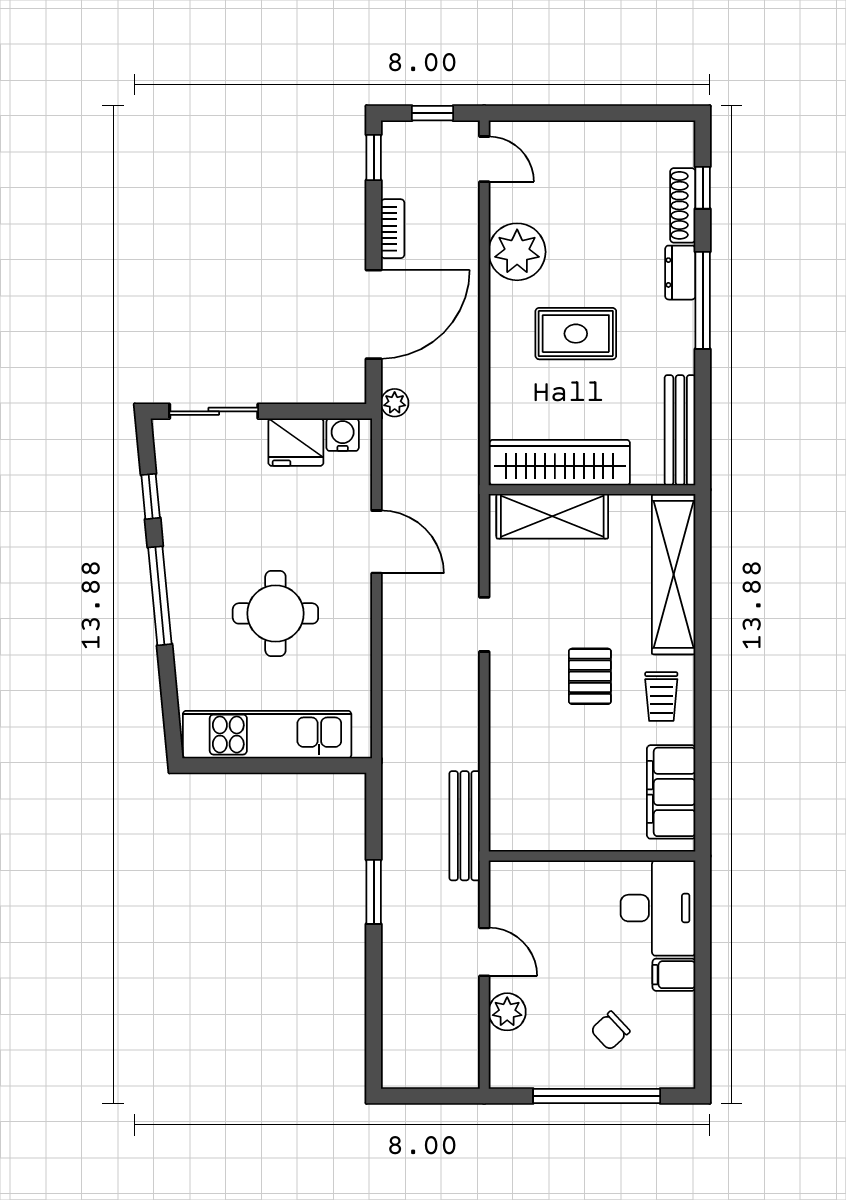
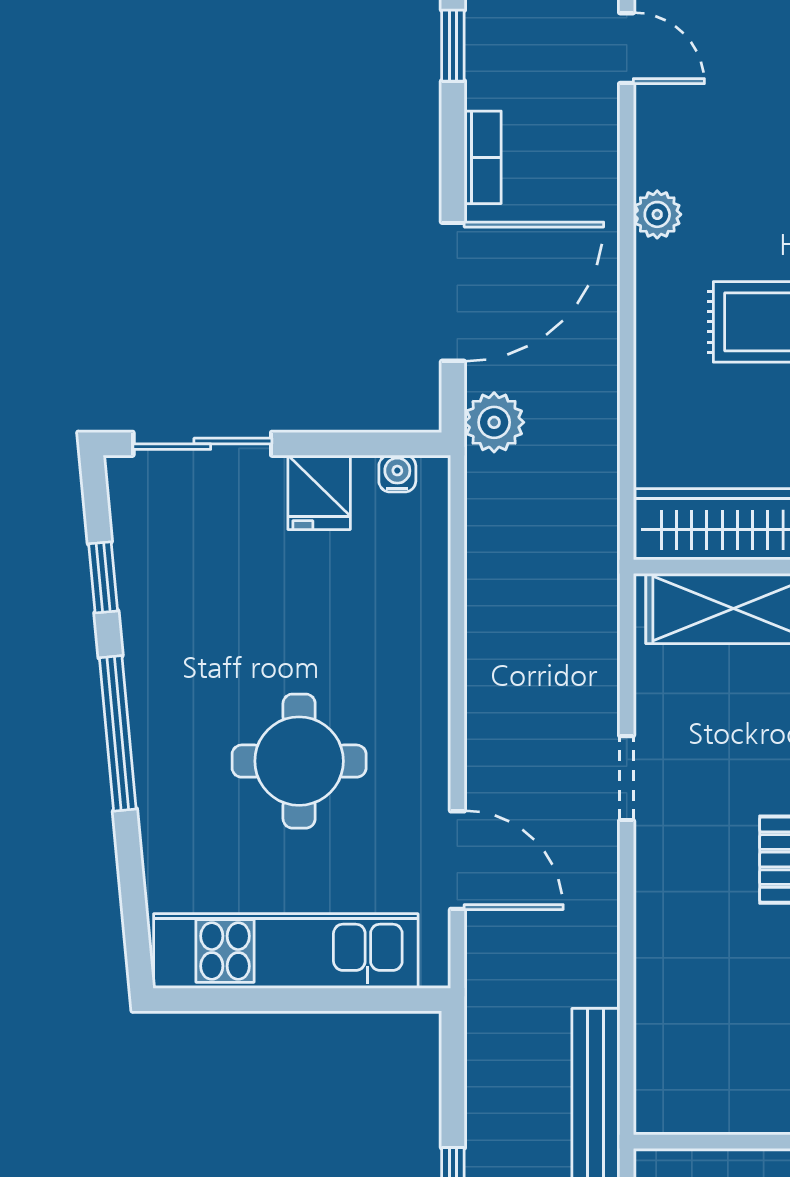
plant: (517, 252) -> (657, 214), width x0.53, depth x0.53
plant: (395, 403) -> (494, 422), width x1.38, depth x1.38
water cooler: (343, 435) -> (397, 474), width x0.72, depth x0.72
fridge: (296, 442) -> (319, 492), width x0.72
door: (376, 542) -> (457, 860), moved

